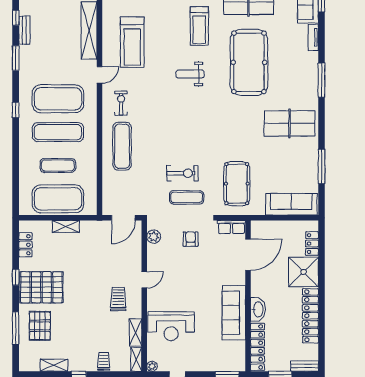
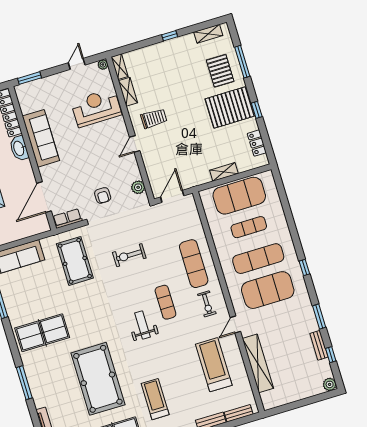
weight bench: (190, 74) -> (143, 325), moved, turned -90
exercise mat: (187, 197) -> (165, 302), moved, turned 90
trolley: (118, 299) -> (154, 118), turned -90
trolley: (104, 361) -> (150, 55), removed
shelving: (54, 365) -> (208, 34), moved

